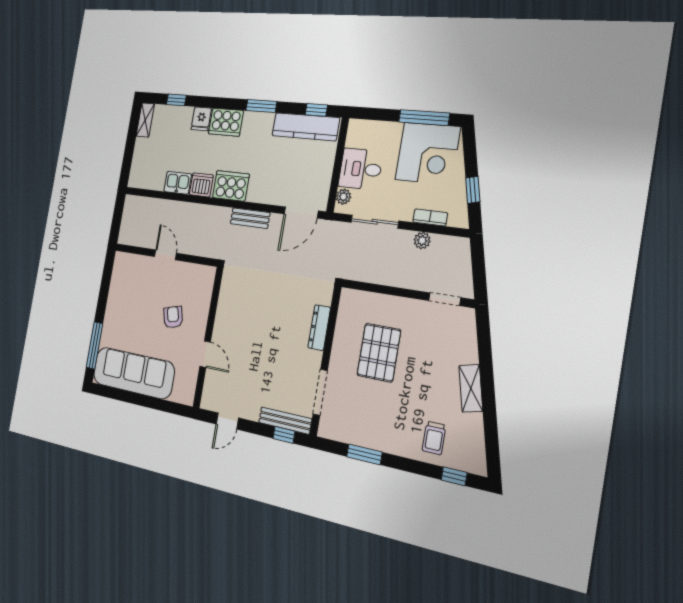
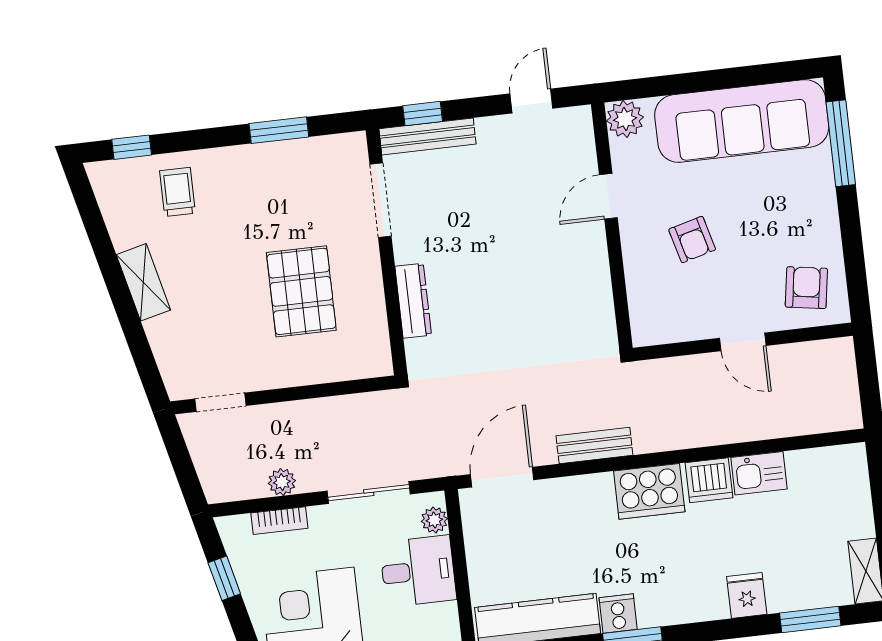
window: (176, 100) -> (810, 619), width x1.50
cooker: (226, 122) -> (618, 613), moved, width x0.53, depth x0.76
armchair: (130, 275) -> (806, 288), added
door: (205, 354) -> (608, 196), hinge flipped
plant: (186, 394) -> (625, 119), added

